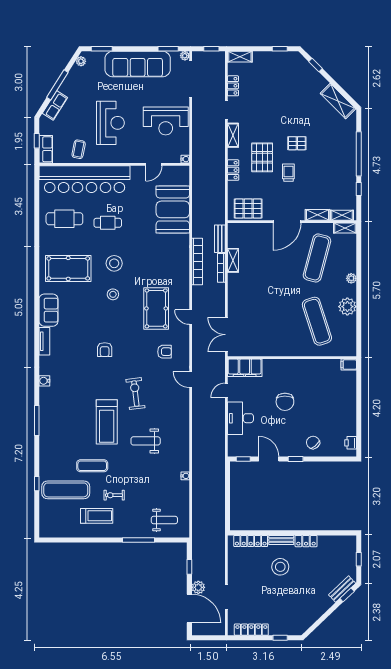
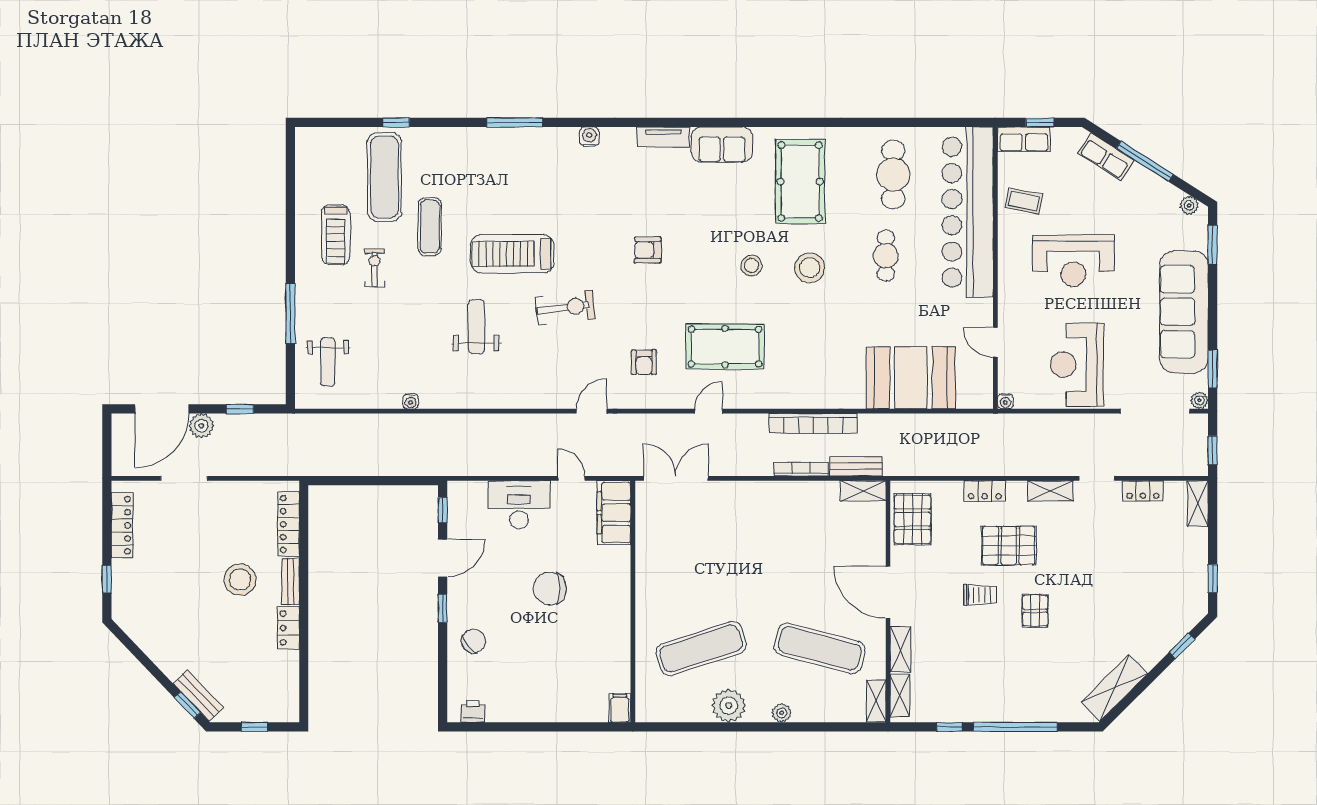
shelving: (233, 260) -> (863, 491), moved

